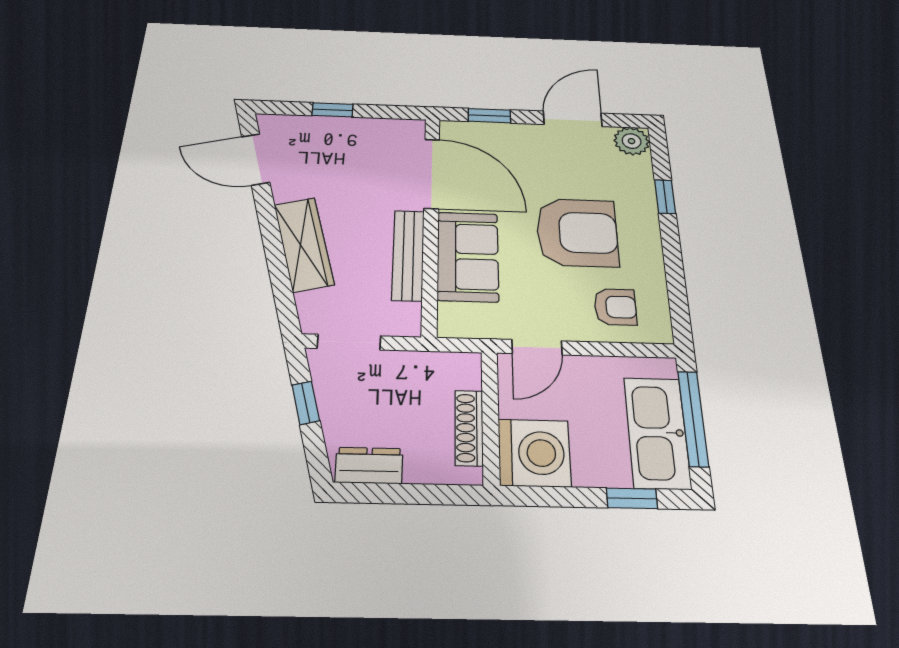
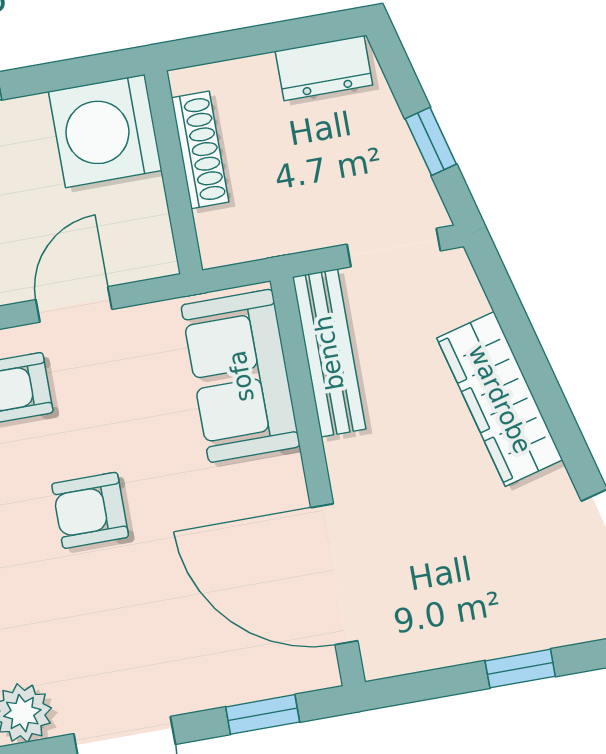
armchair: (577, 232) -> (90, 510), width x0.53, depth x0.53
bench: (408, 255) -> (329, 353), moved
sofa: (468, 256) -> (241, 376), moved
door: (537, 347) -> (74, 304), moved

